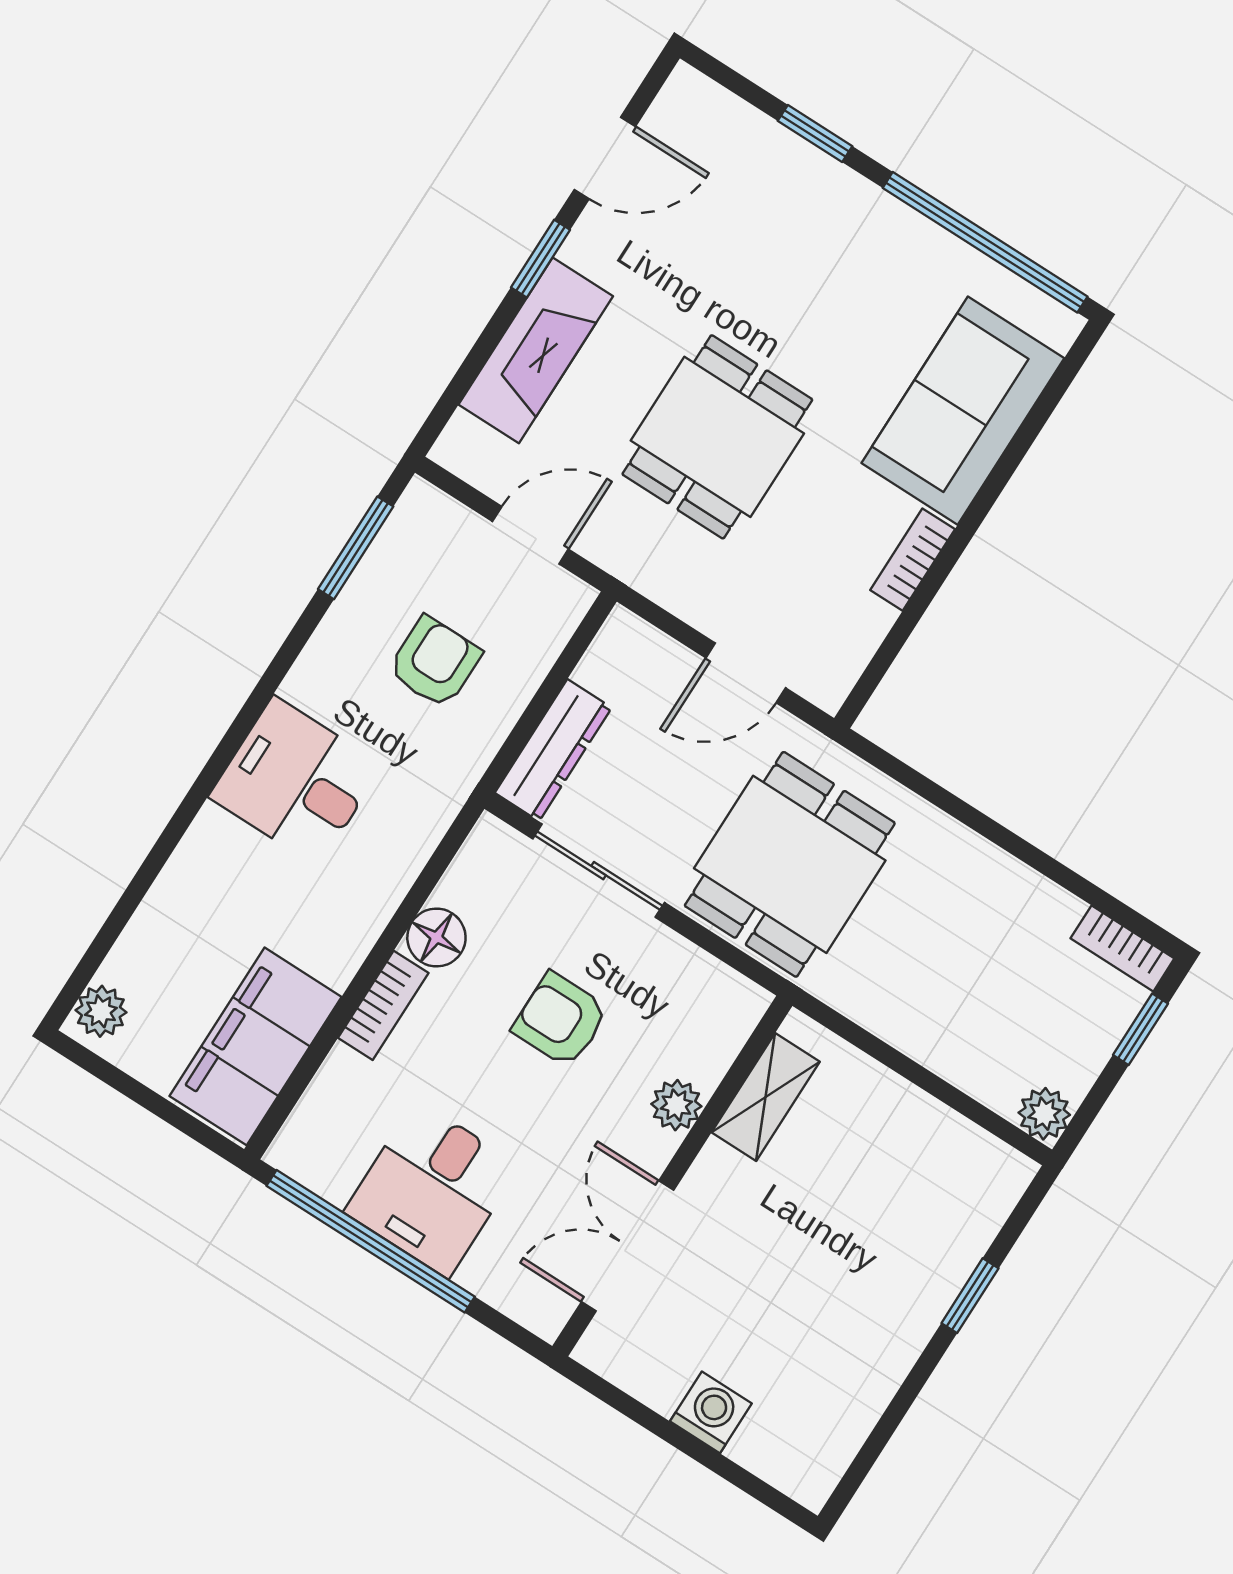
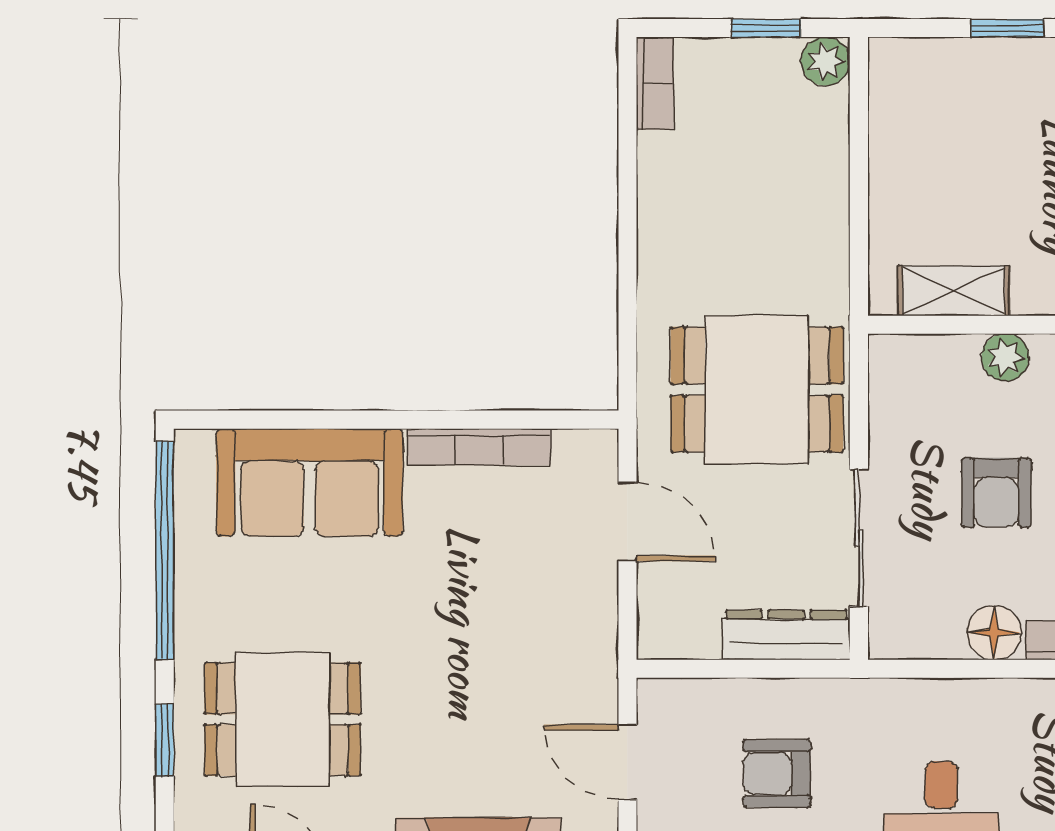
dining table: (717, 437) -> (283, 719), moved
bookcase: (913, 560) -> (479, 447), width x1.56
window: (1140, 1029) -> (766, 28), moved

